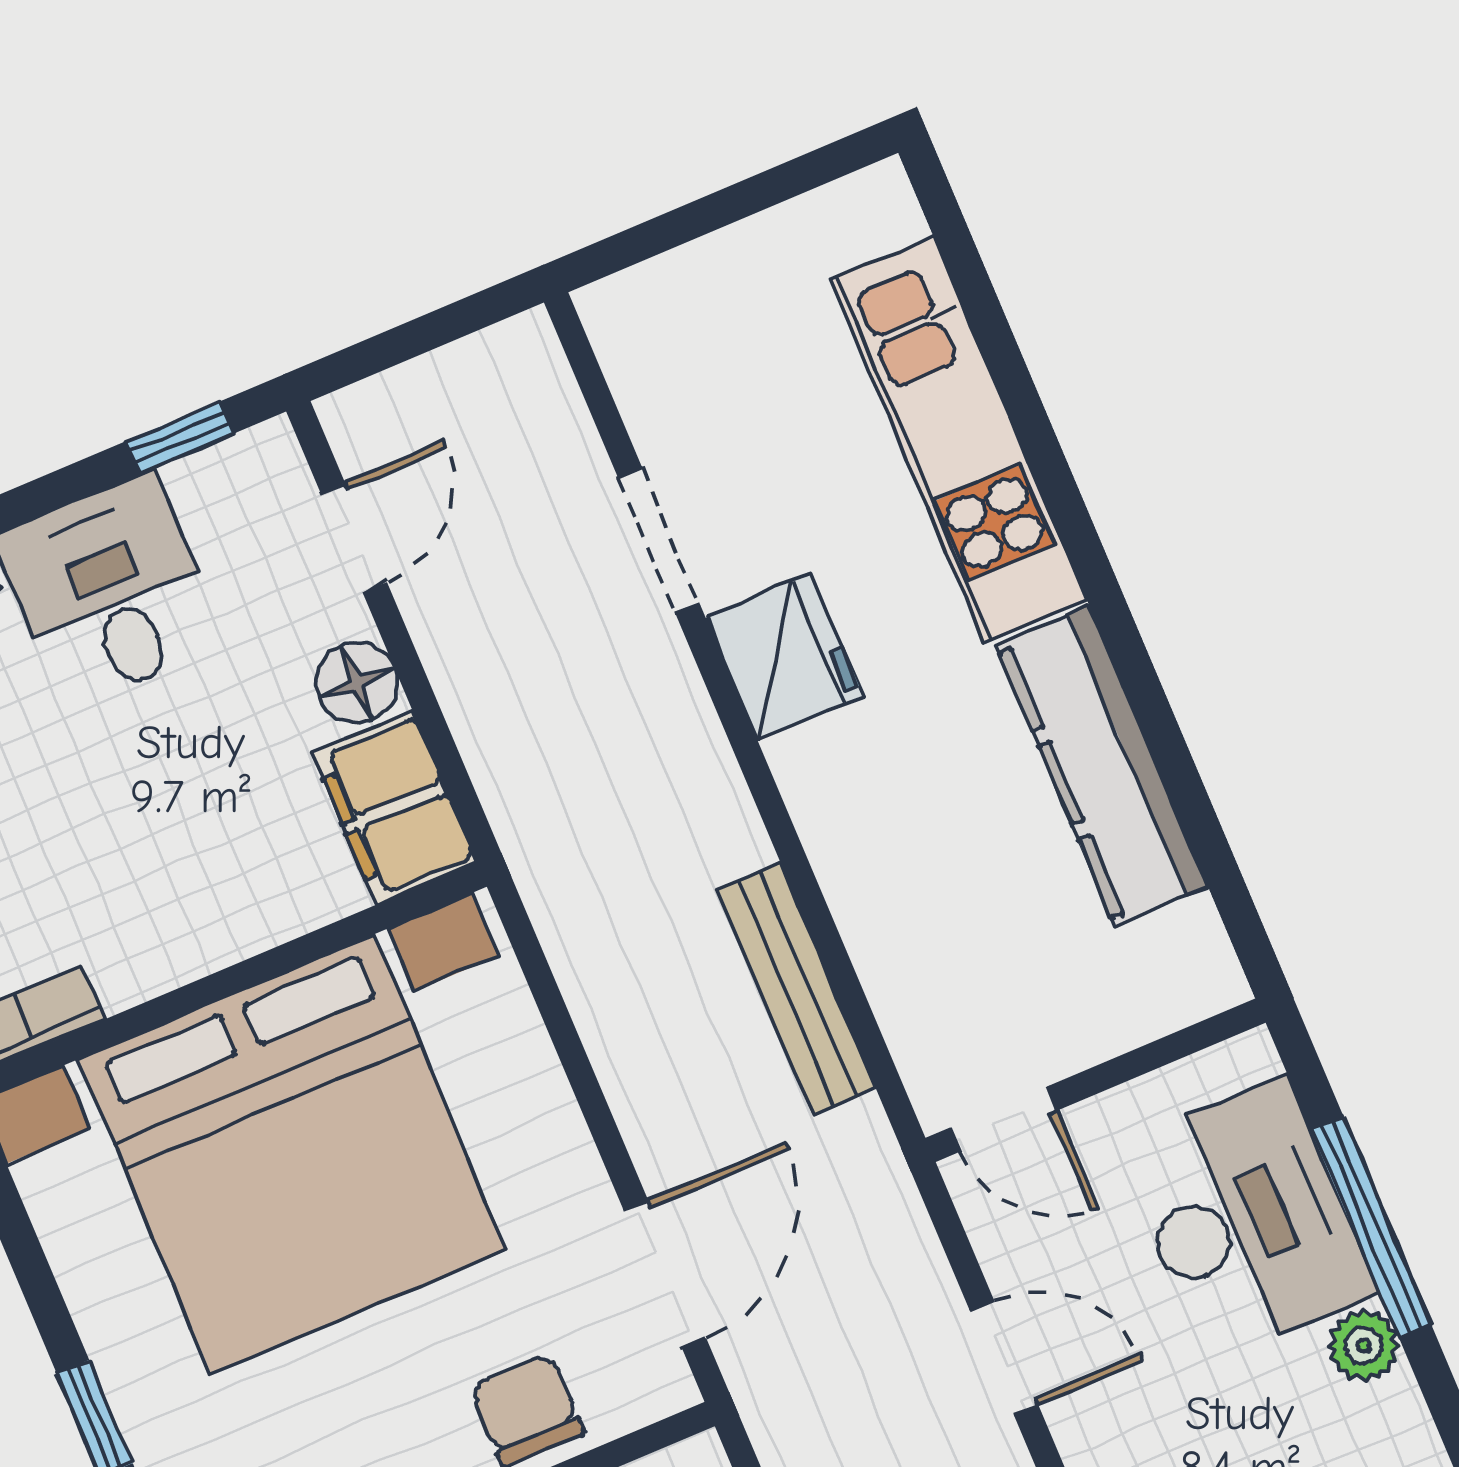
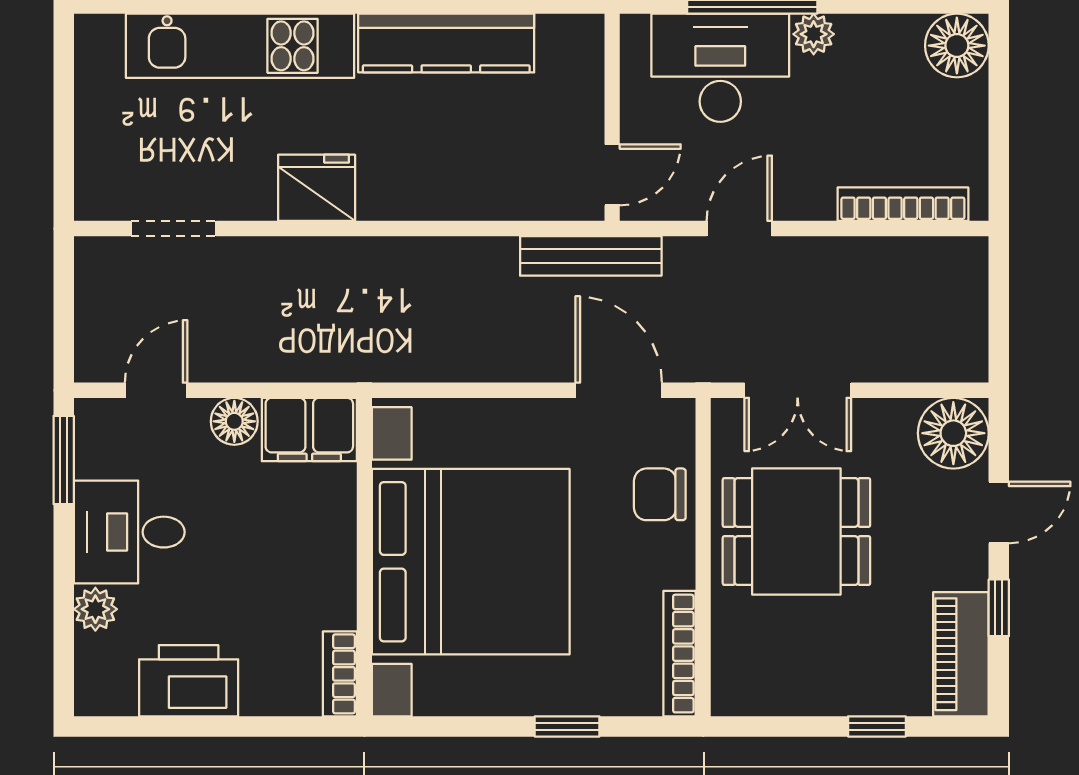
window: (180, 437) -> (64, 460), width x1.50
door: (354, 537) -> (156, 390), hinge flipped
doorway: (659, 540) -> (174, 229), moved
bench: (797, 989) -> (591, 256), moved

